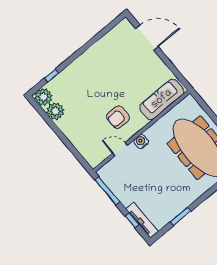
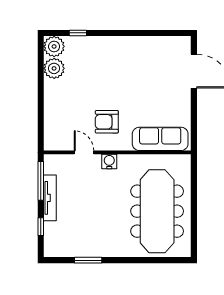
tv unit: (142, 220) -> (50, 198), moved

